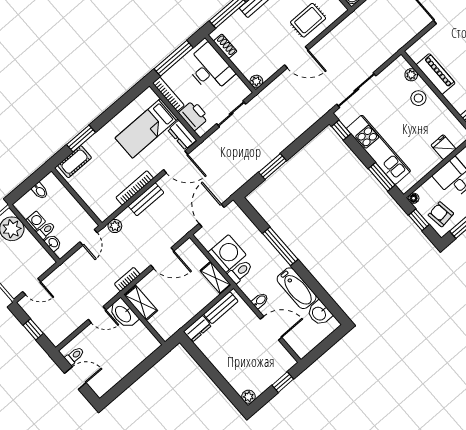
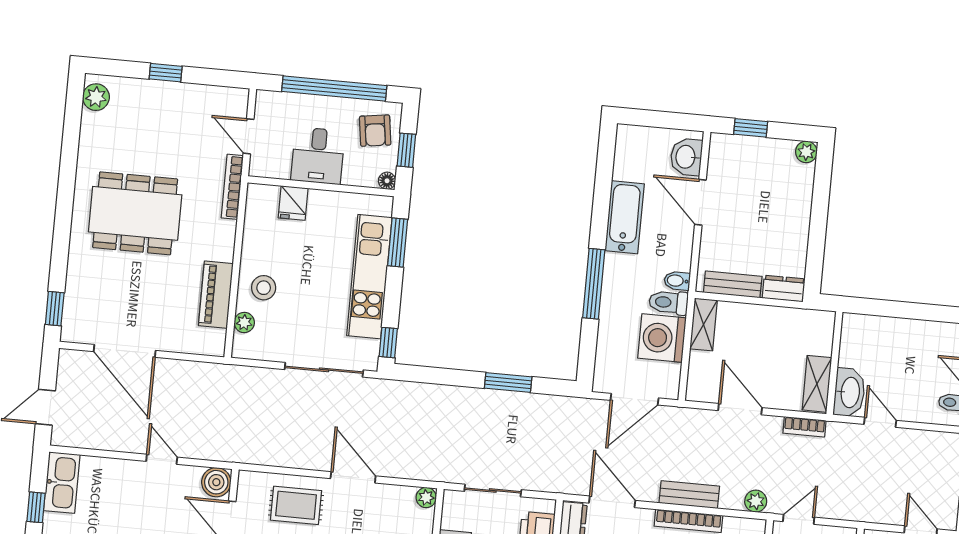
bidet: (260, 301) -> (677, 281), moved
washbasin: (319, 313) -> (686, 157), moved, turned 180

